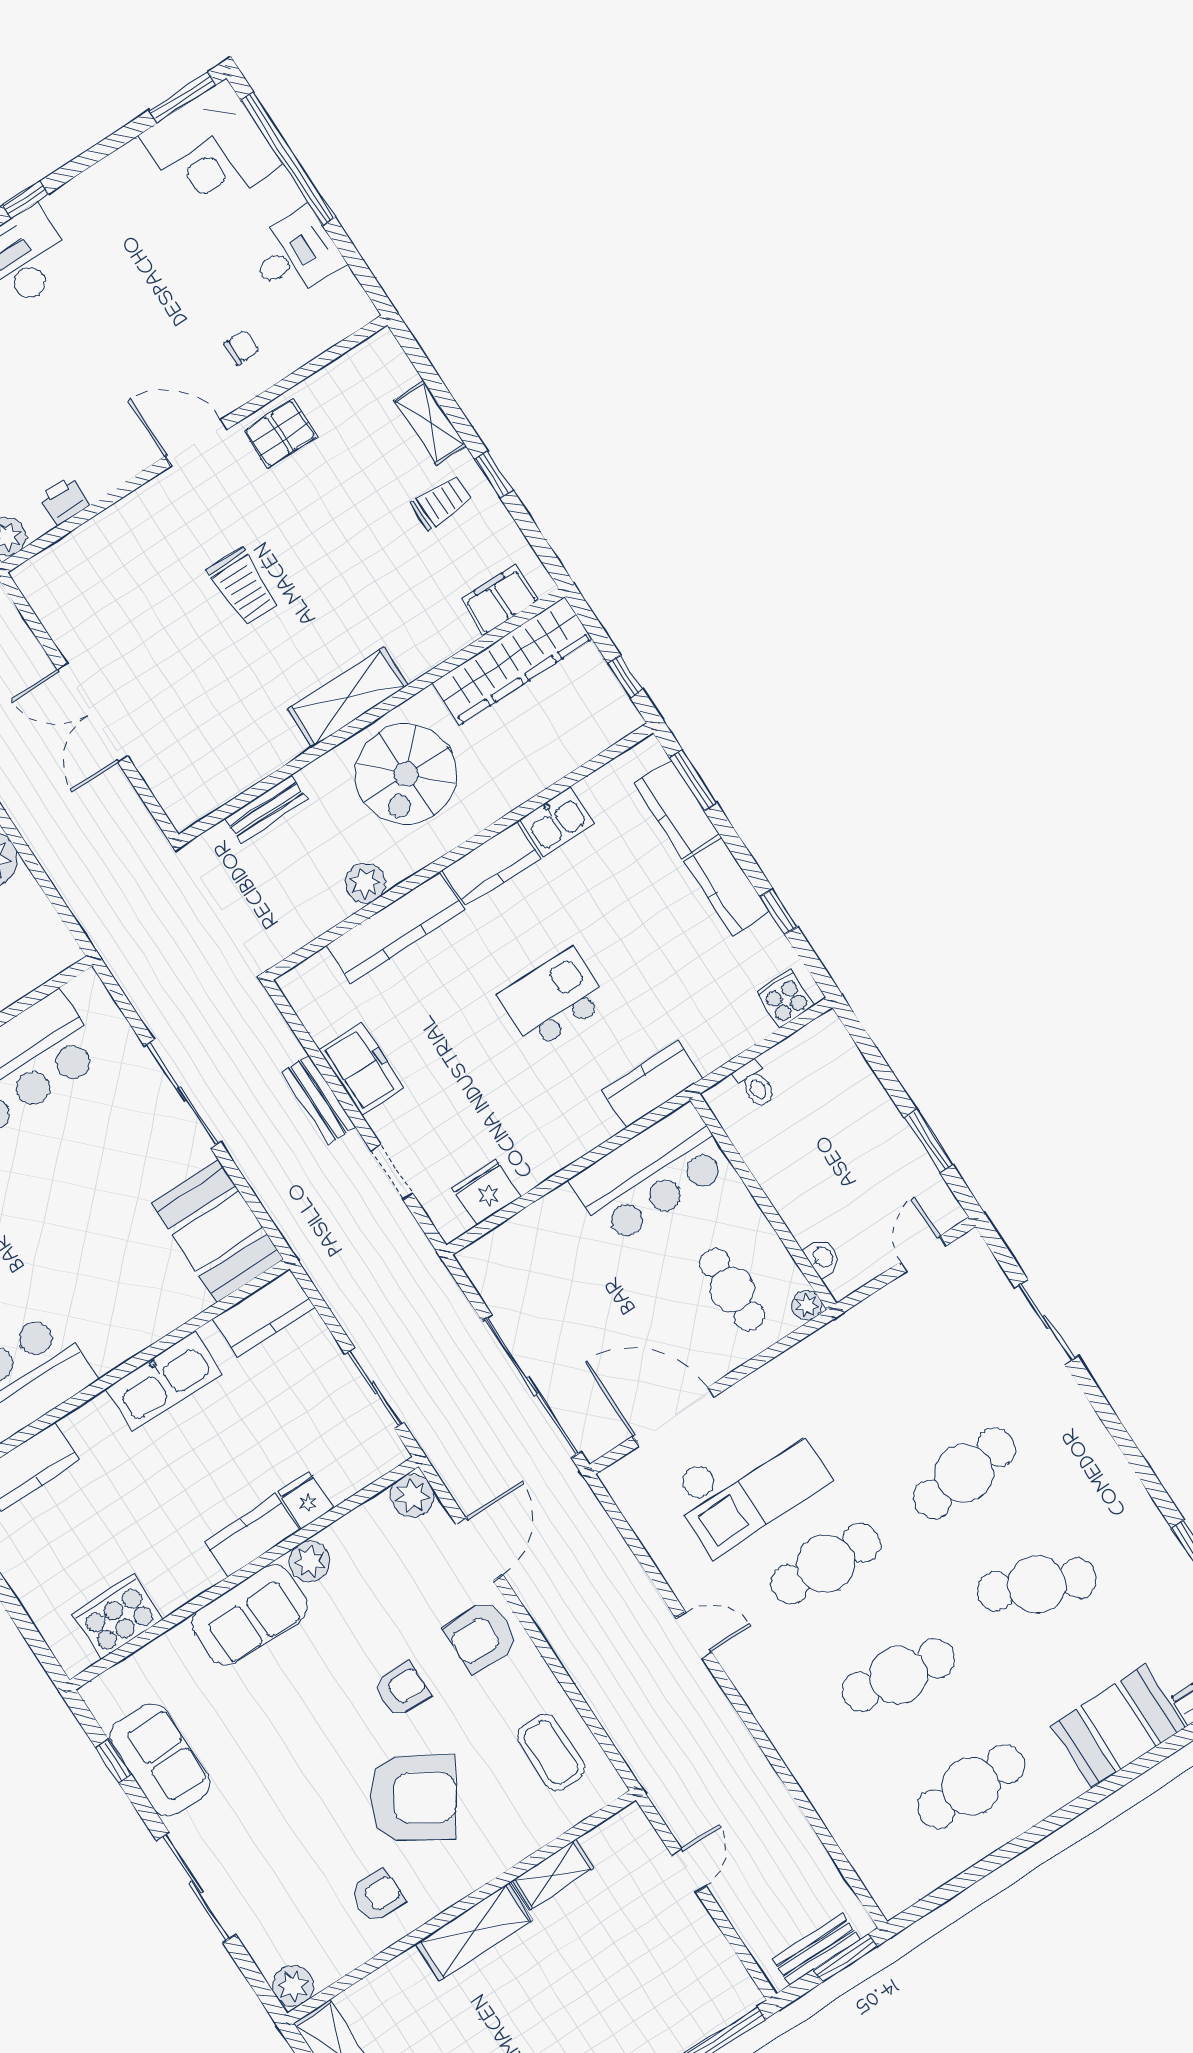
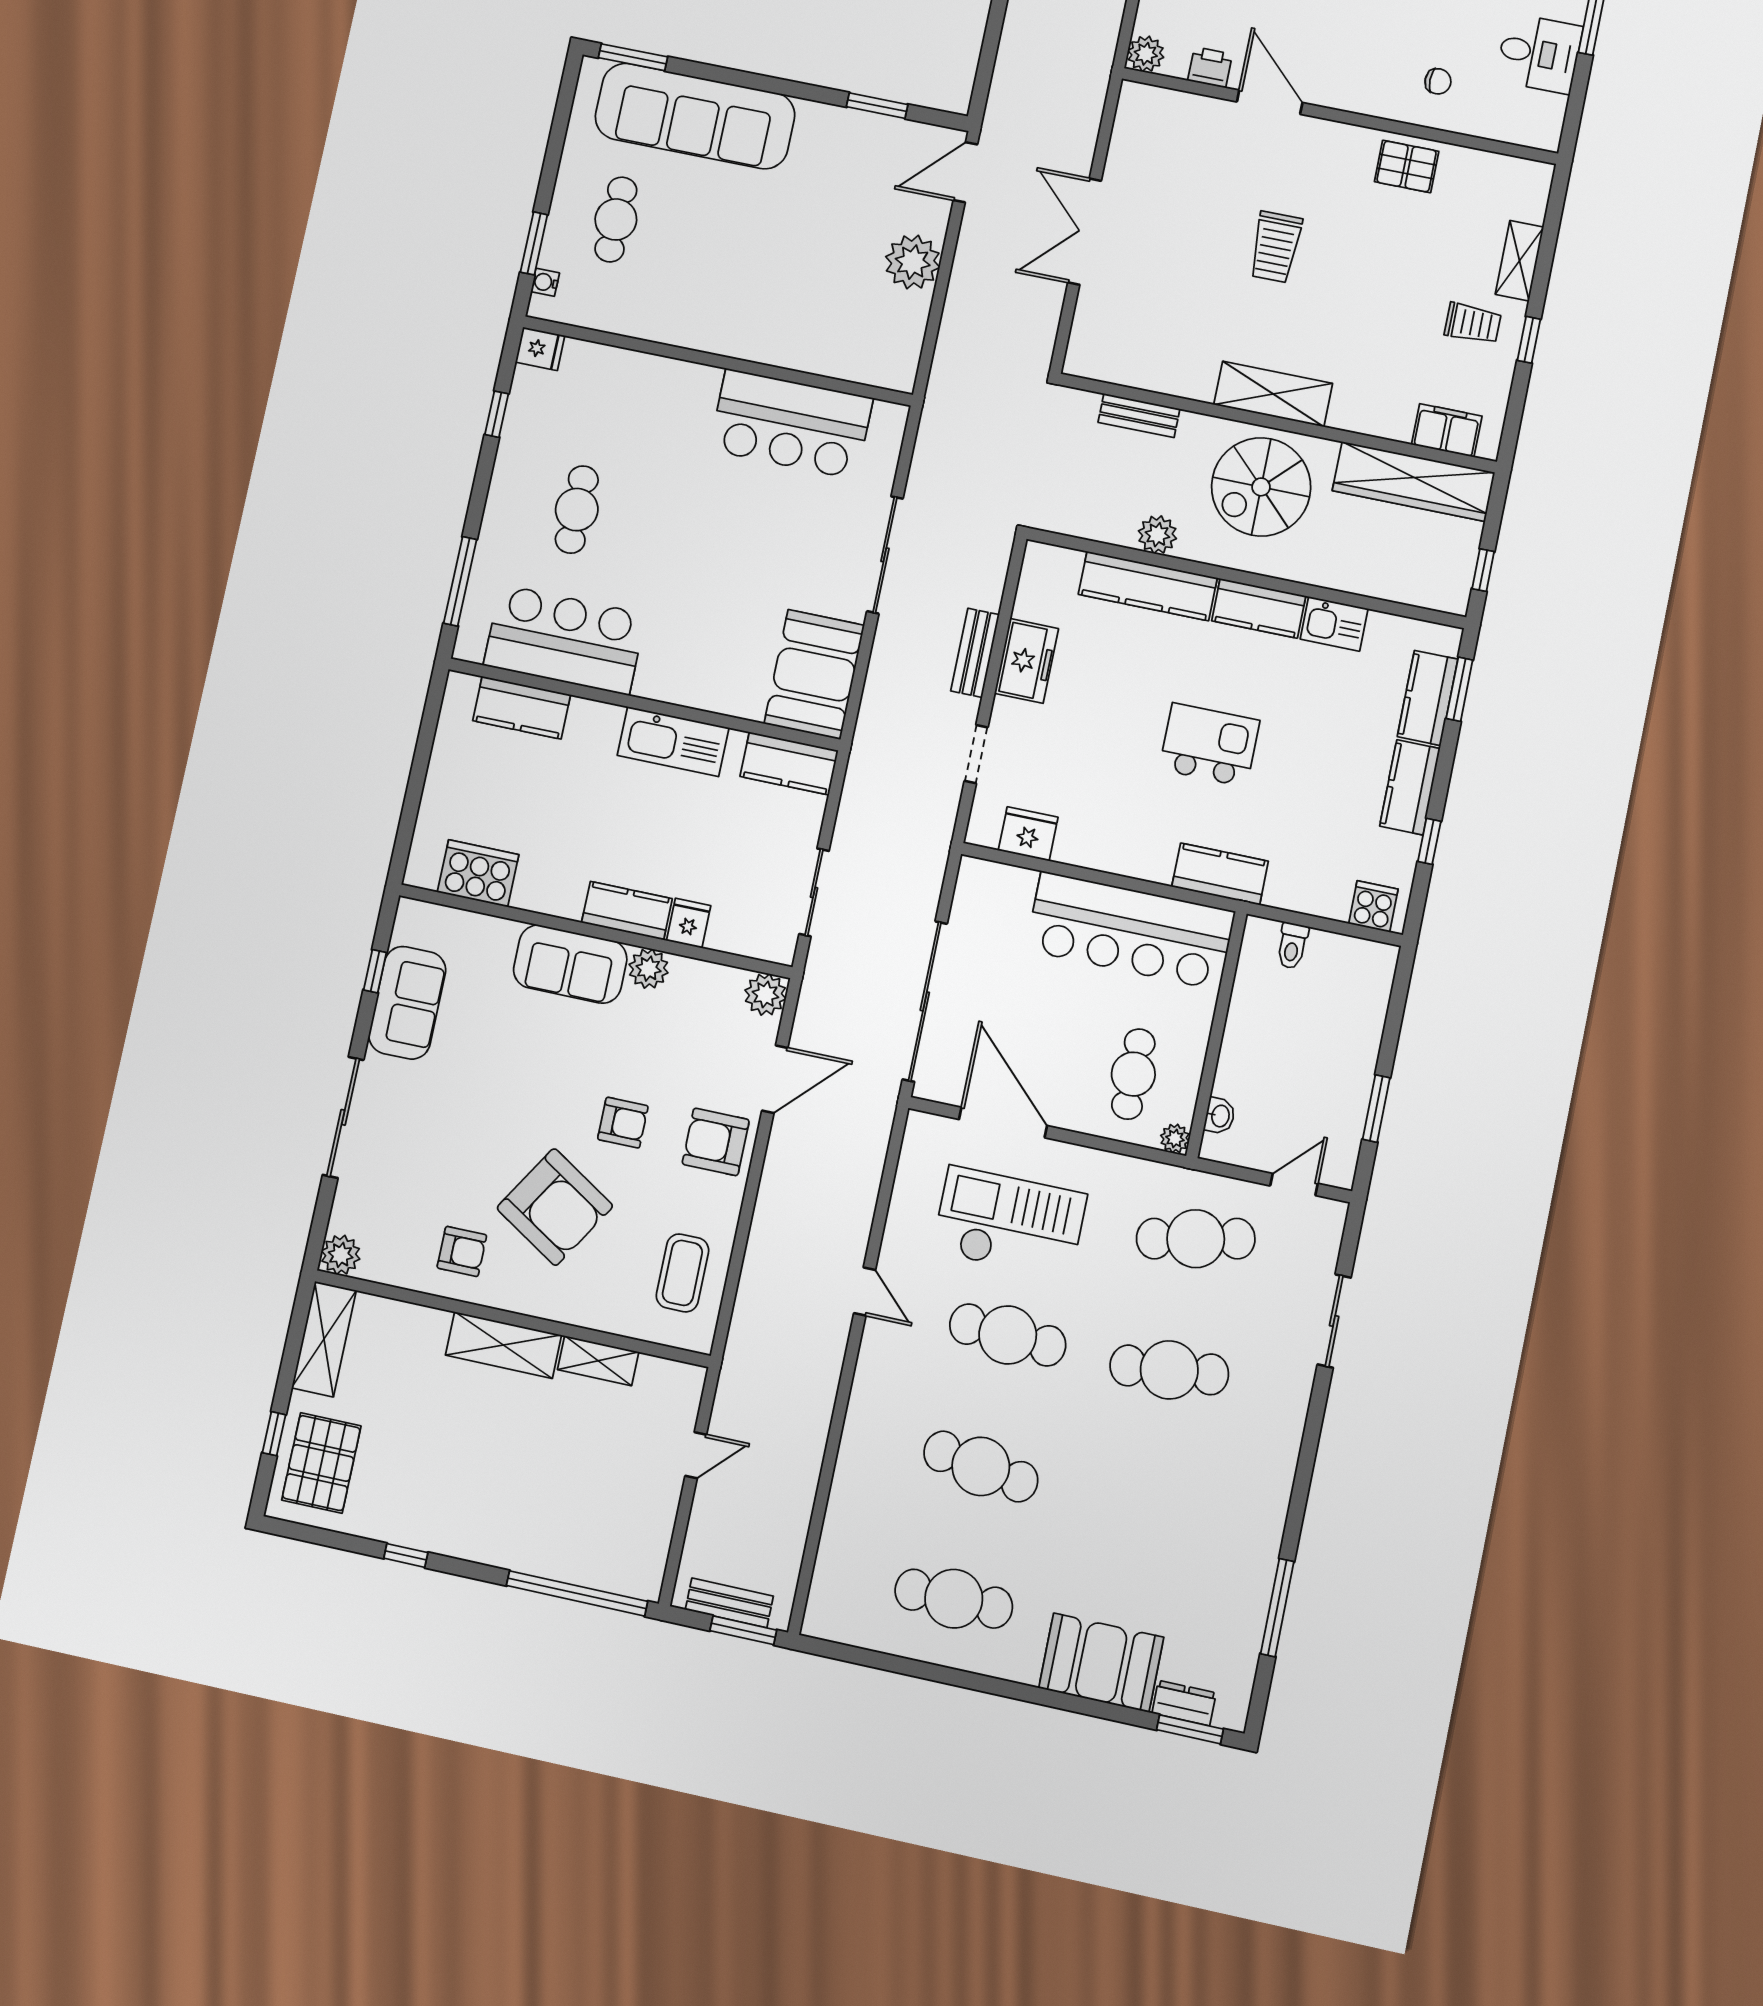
door: (196, 443) -> (1270, 102), moved
bar counter: (651, 1174) -> (1130, 931), width x1.36
checkout: (748, 1483) -> (1009, 1223), turned 180
cafe table: (1037, 1585) -> (1196, 1239), moved, turned -36

